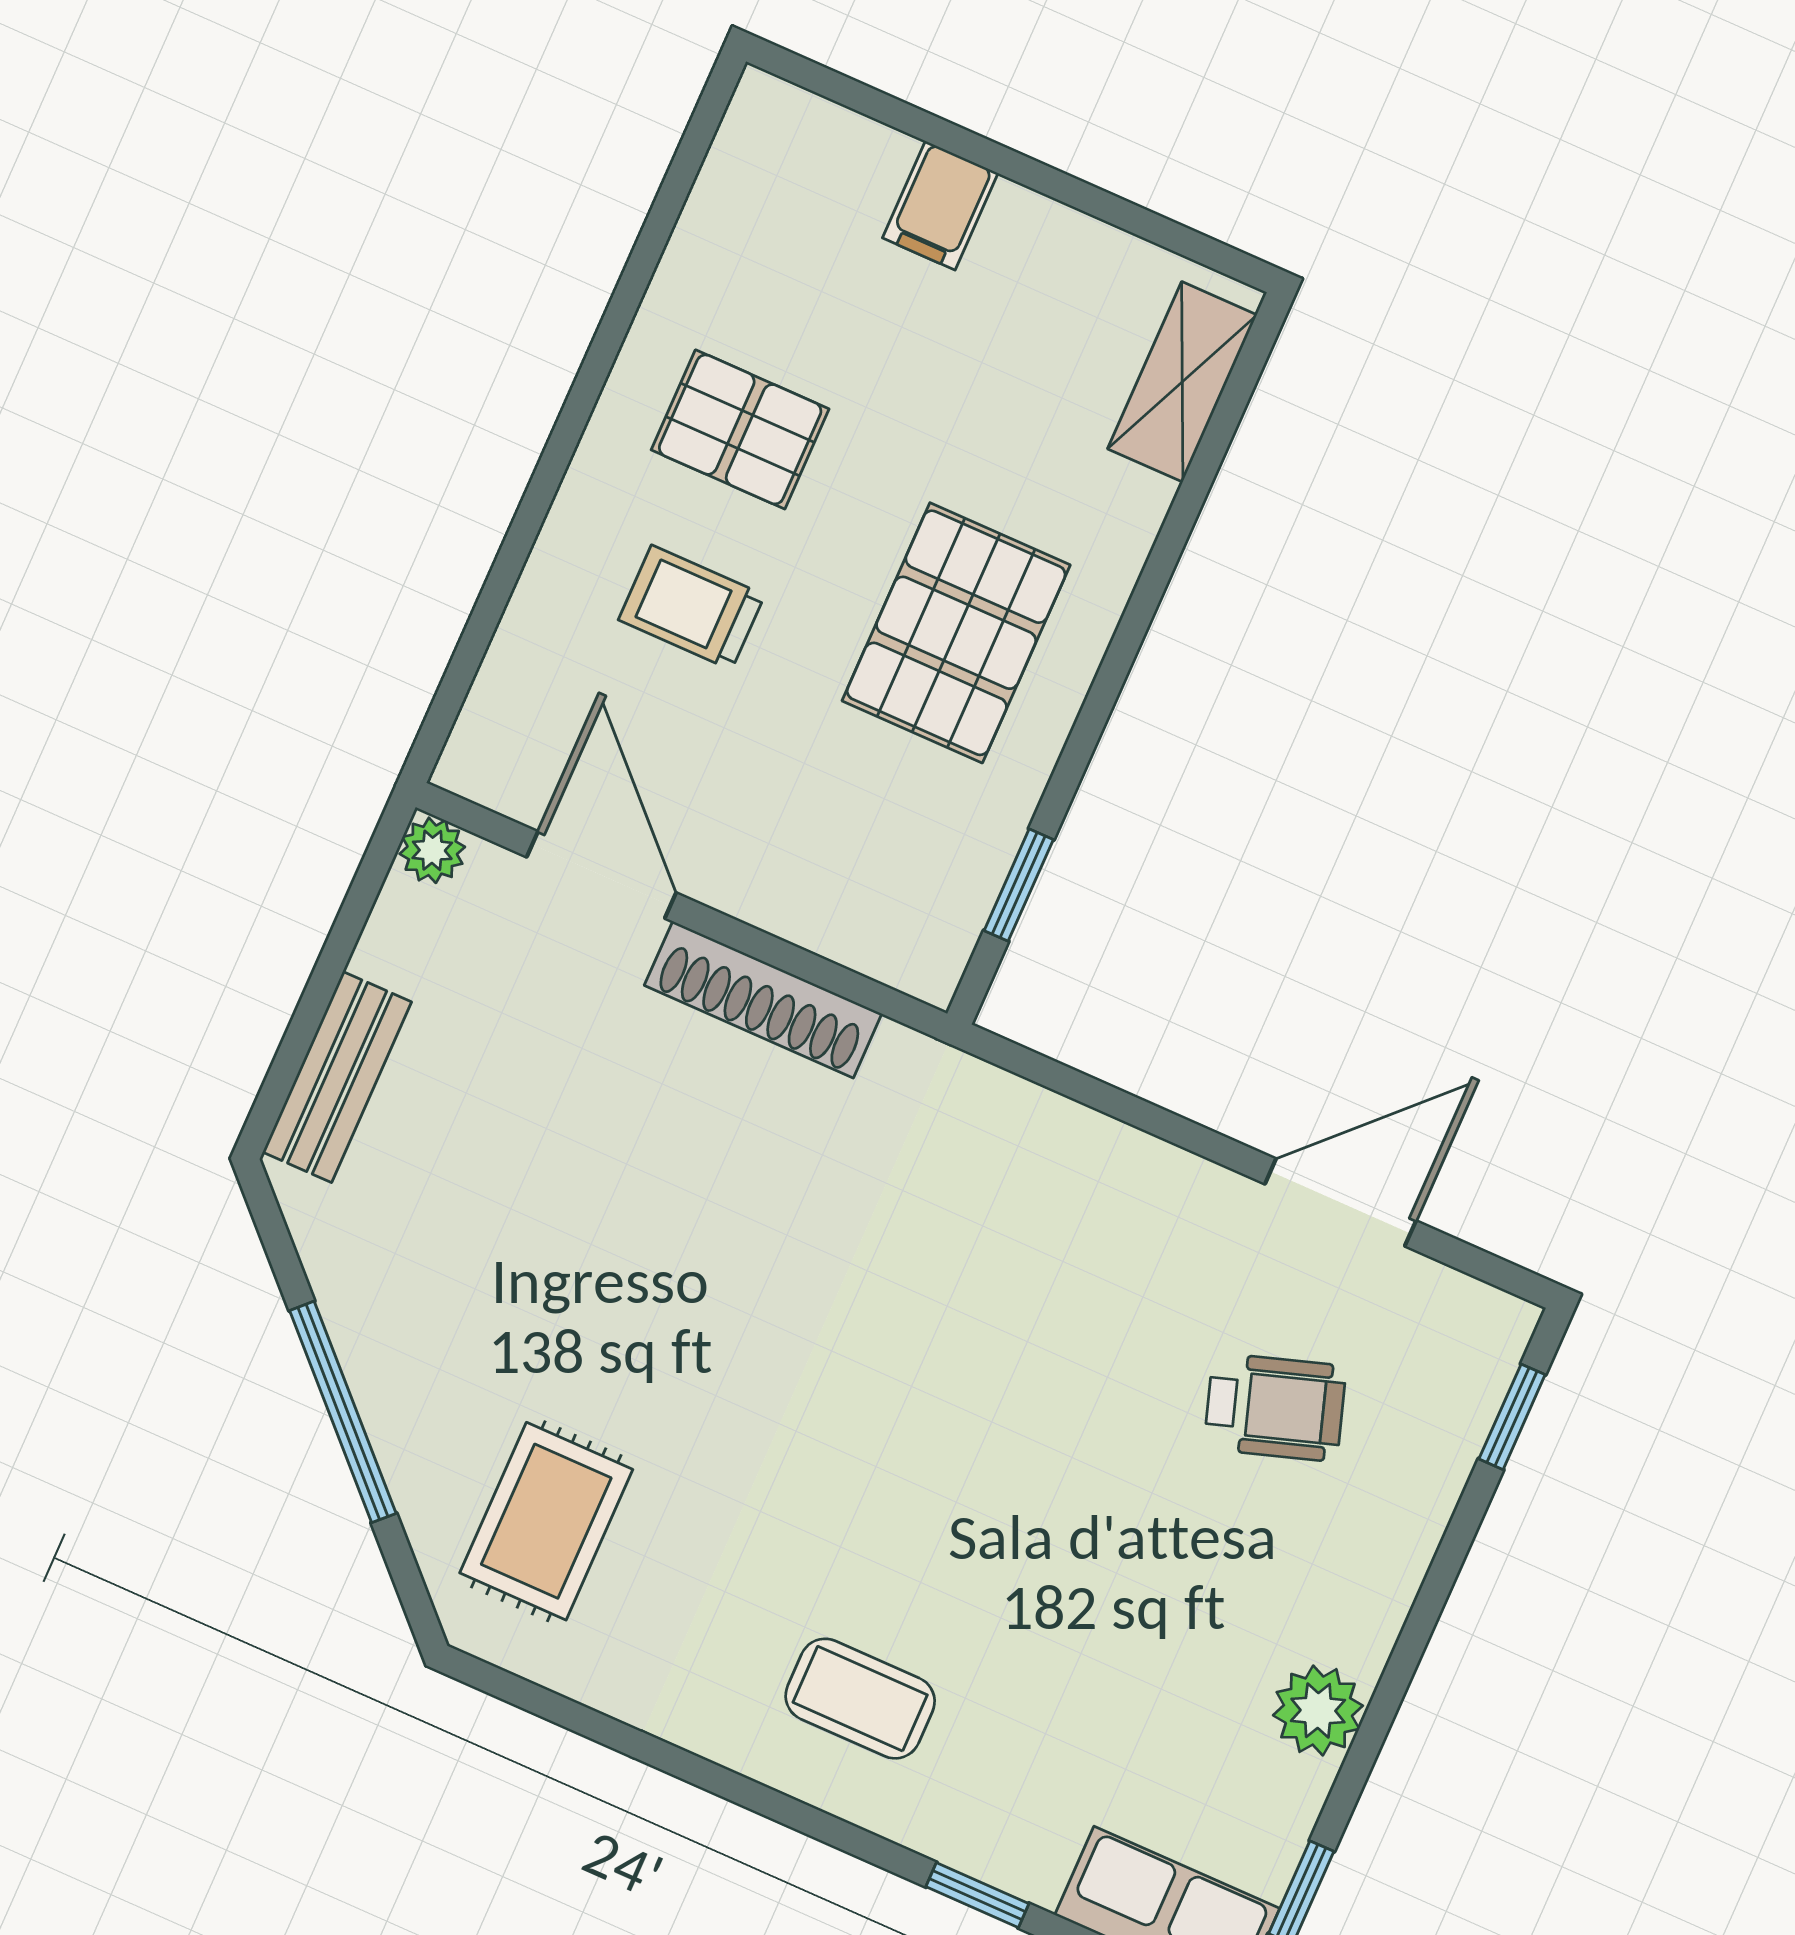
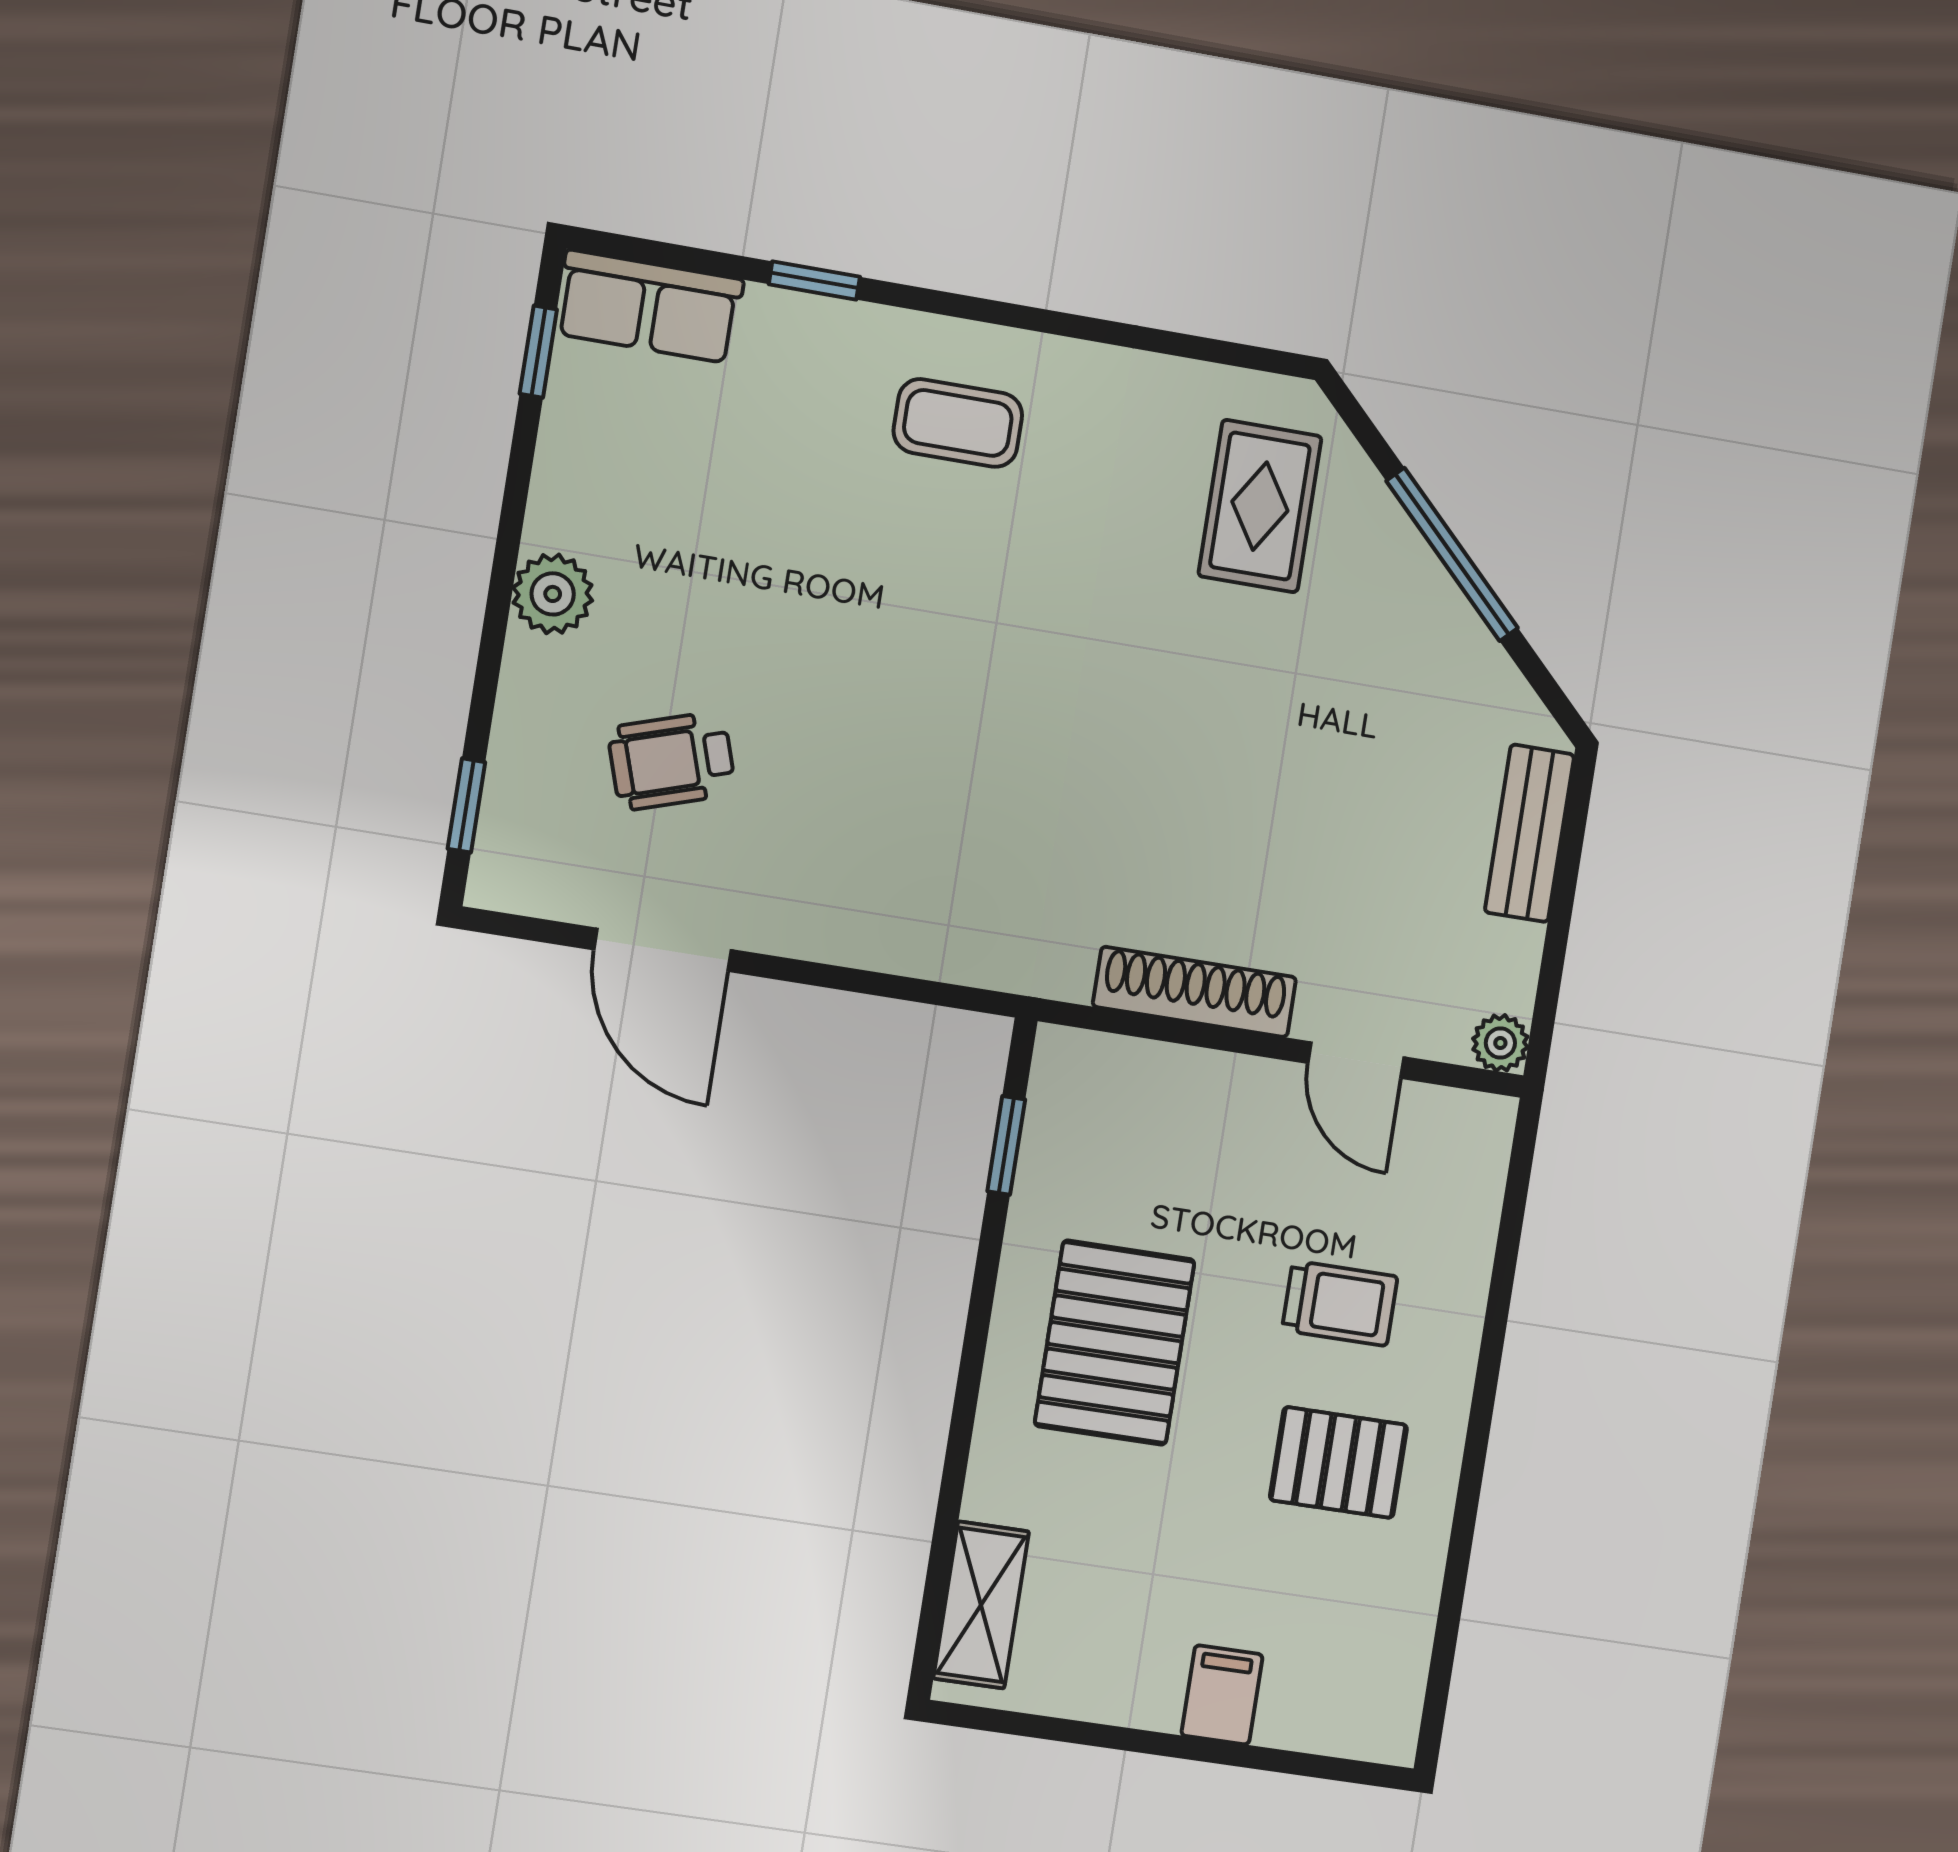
door: (601, 875) -> (1356, 1060), width x0.73
door: (1340, 1202) -> (663, 950), hinge flipped
plant: (1318, 1711) -> (553, 594), moved

